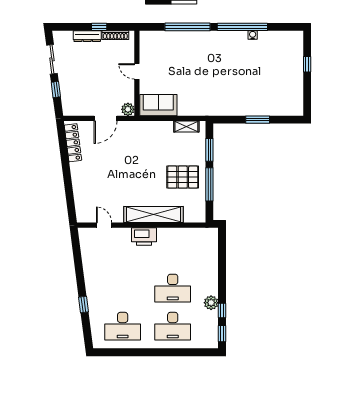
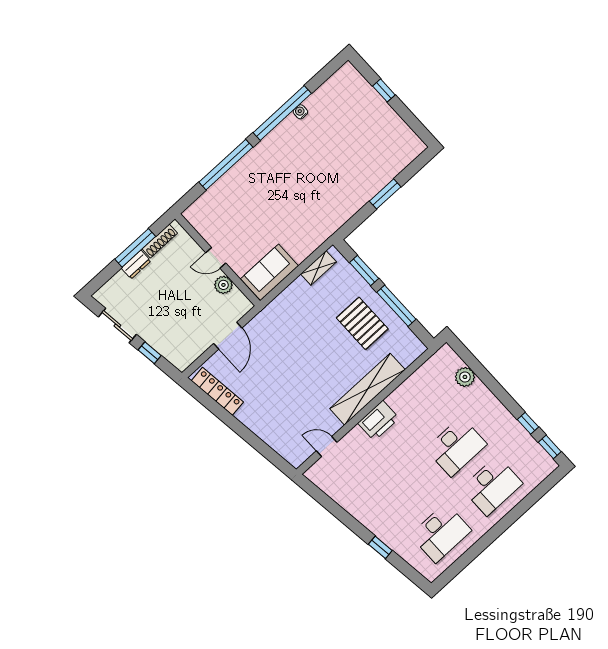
window: (99, 27) -> (135, 248), width x2.17
dresser: (87, 36) -> (136, 265), width x0.70
plant: (128, 109) -> (223, 285), moved
pallet: (183, 177) -> (362, 323), turned 90
plant: (211, 303) -> (465, 377), moved

